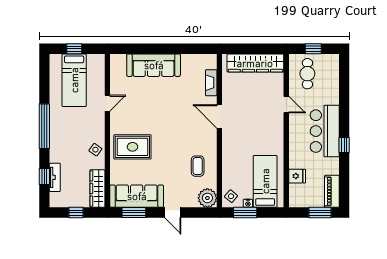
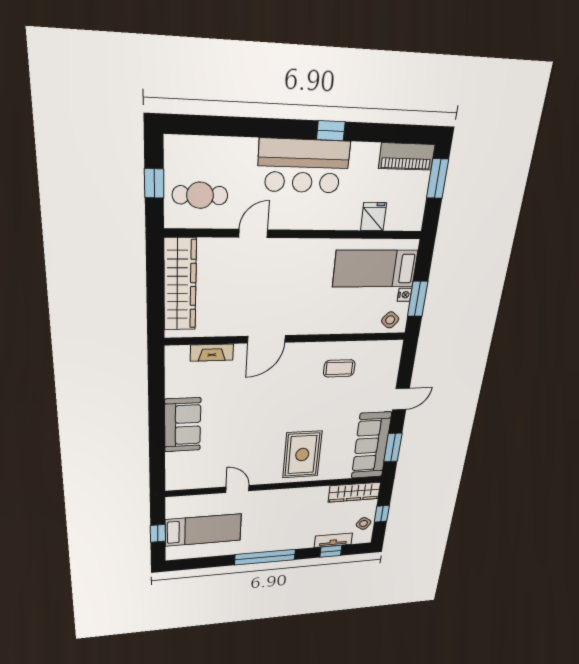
sofa: (154, 65) -> (183, 425), width x0.73
side table: (95, 150) -> (364, 523), moved
plant: (207, 198) -> (388, 353), removed

